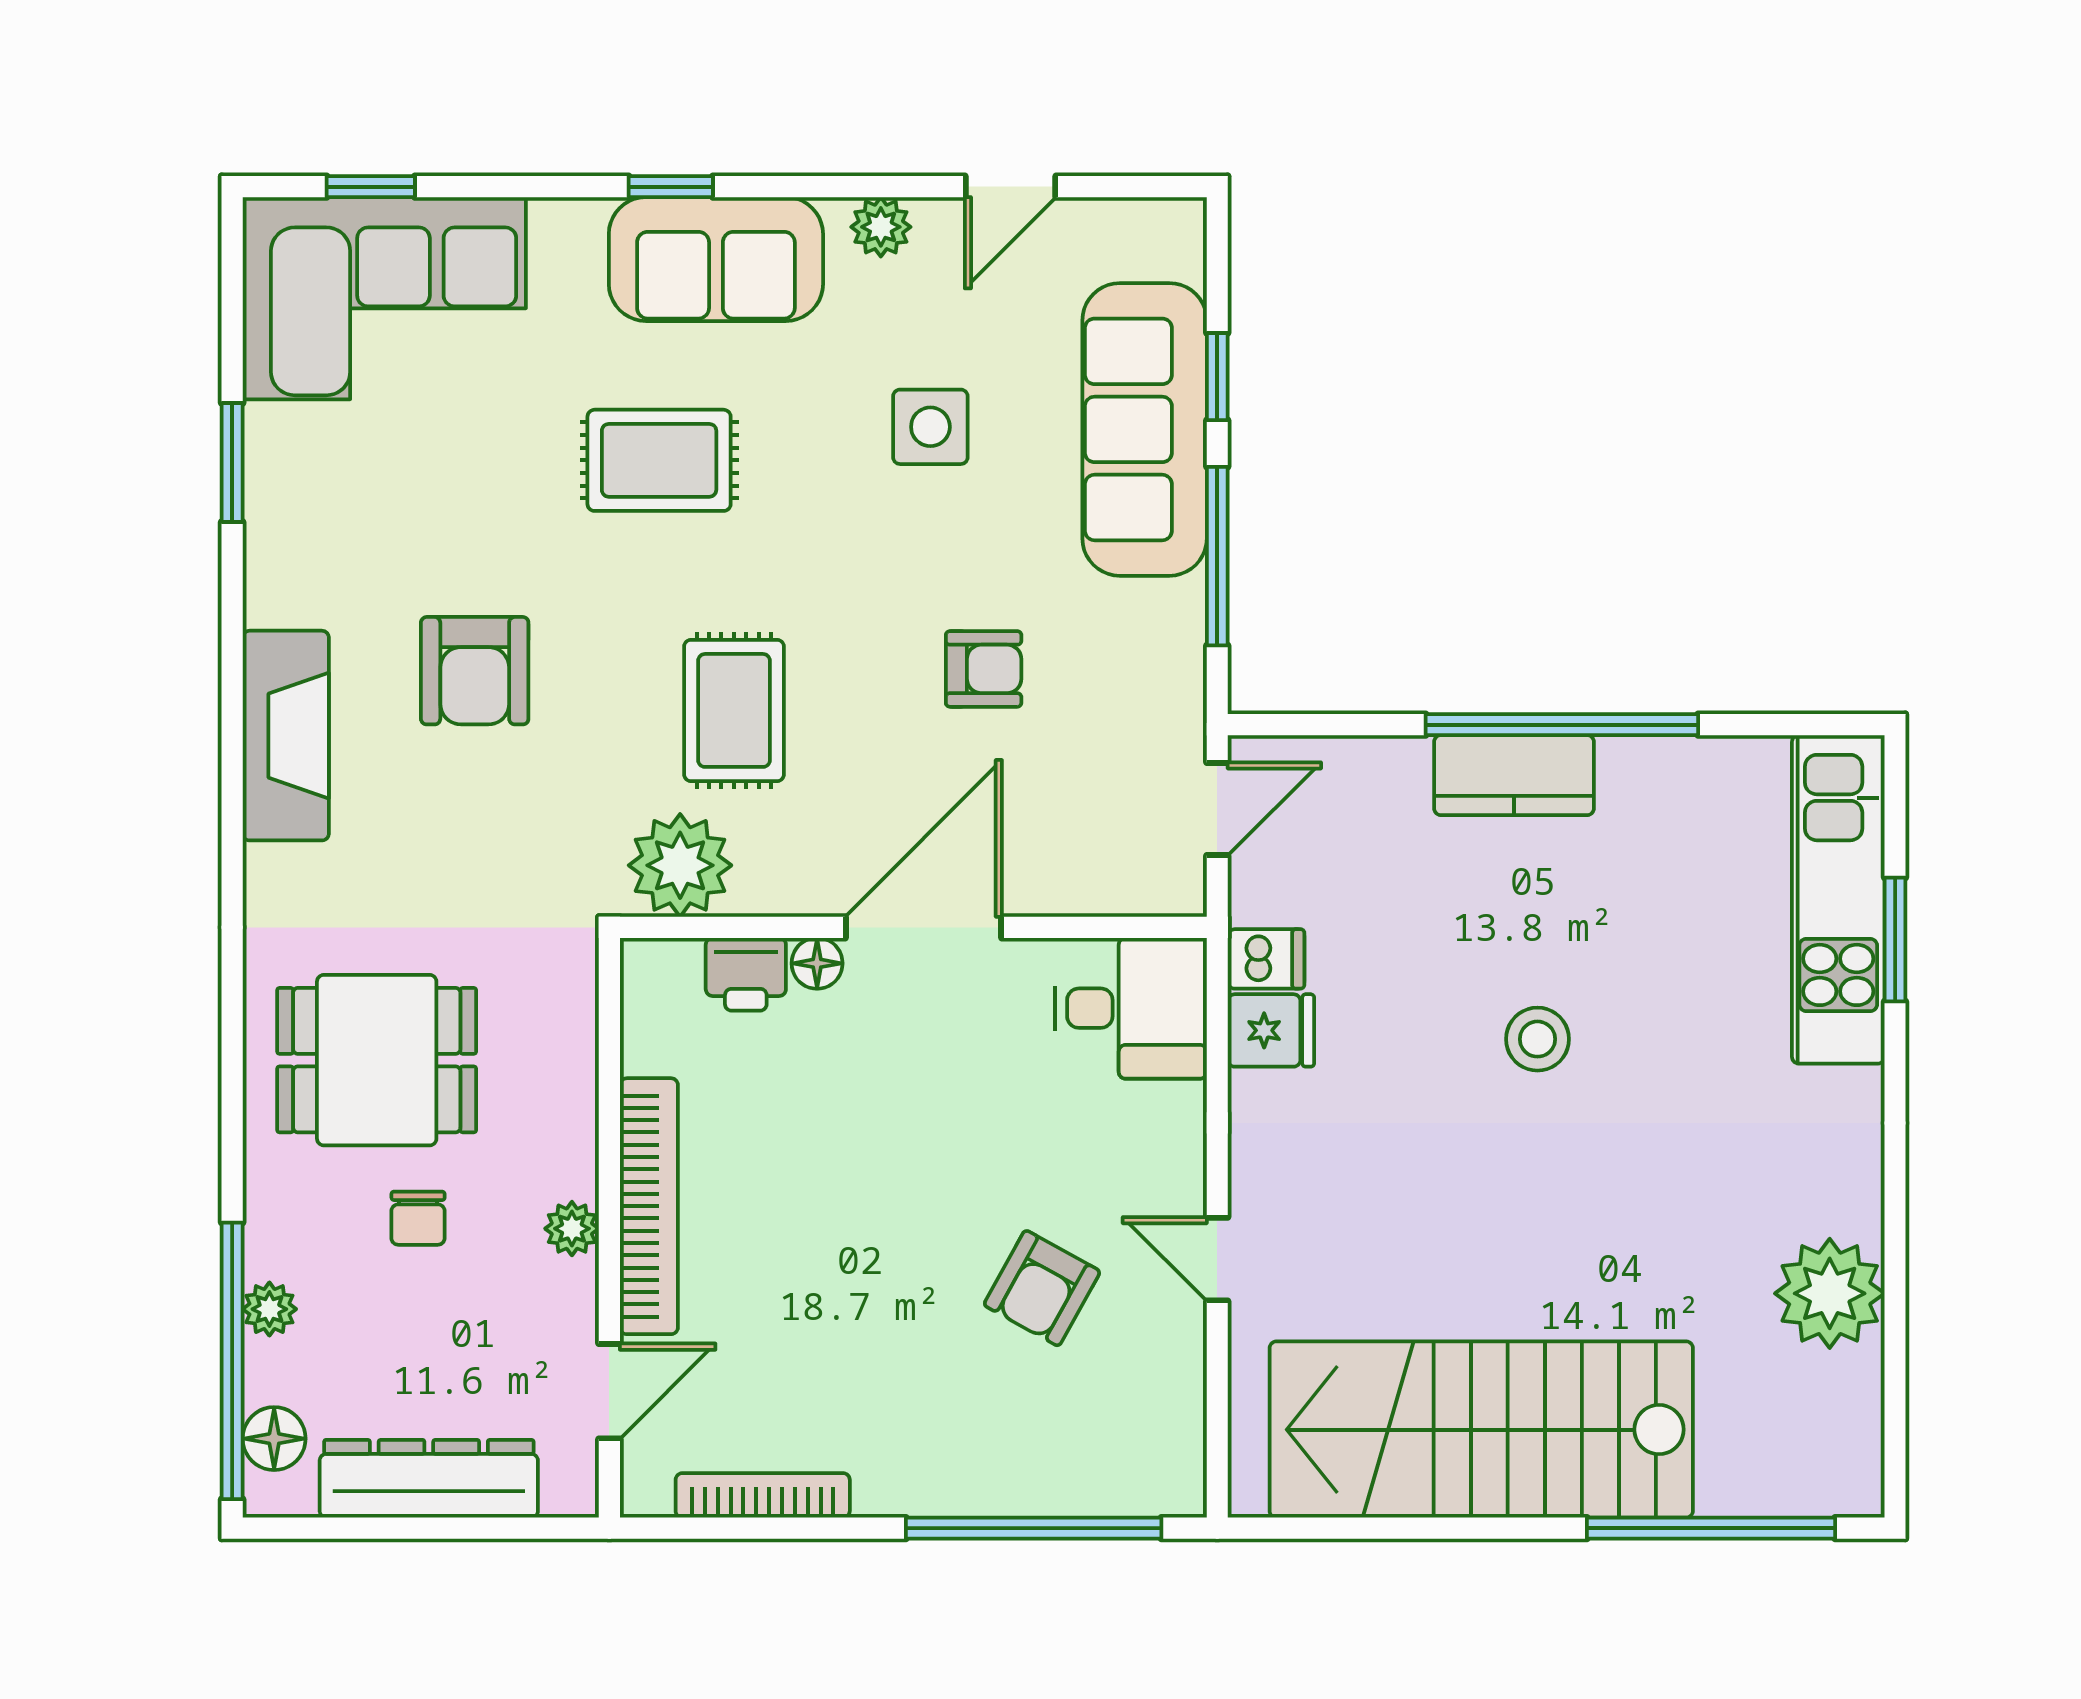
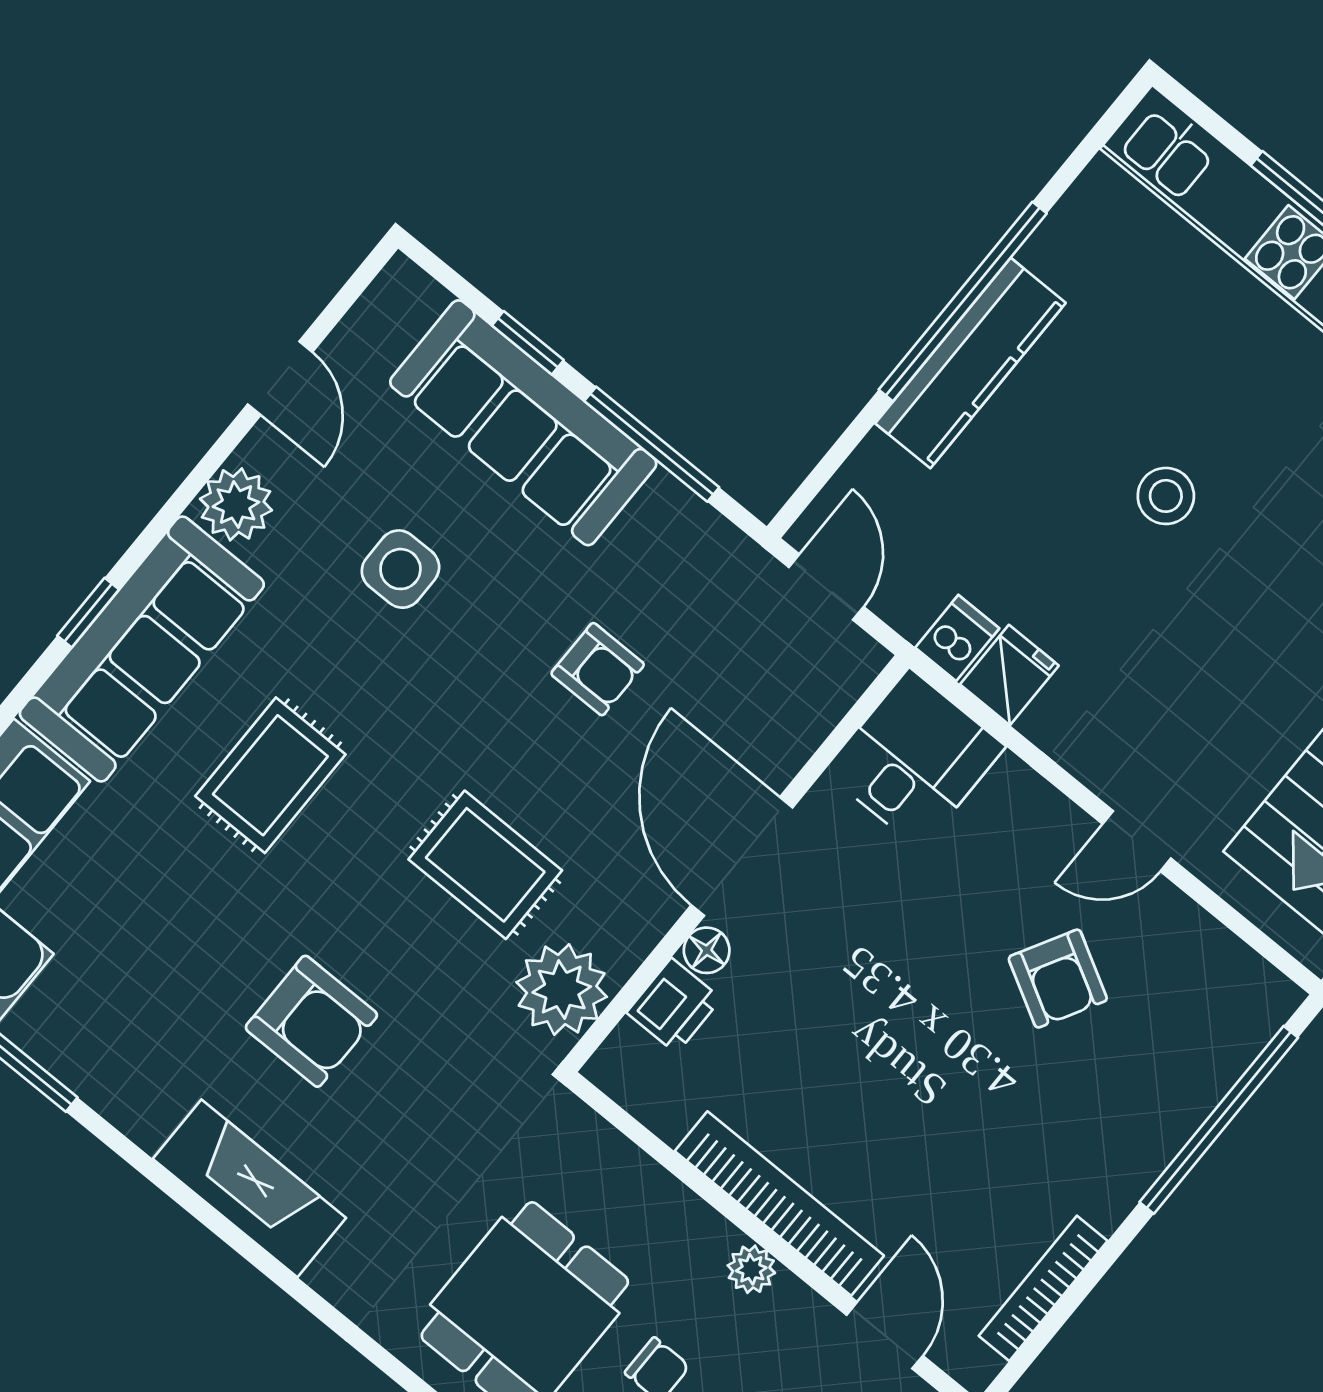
plant: (881, 227) -> (236, 504), width x1.38, depth x1.38
sofa: (716, 259) -> (142, 649), width x1.36
armchair: (984, 669) -> (598, 669), turned 90
kitchen counter: (1514, 775) -> (970, 363), width x1.50

